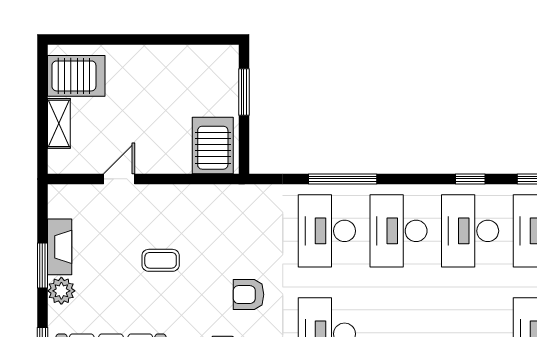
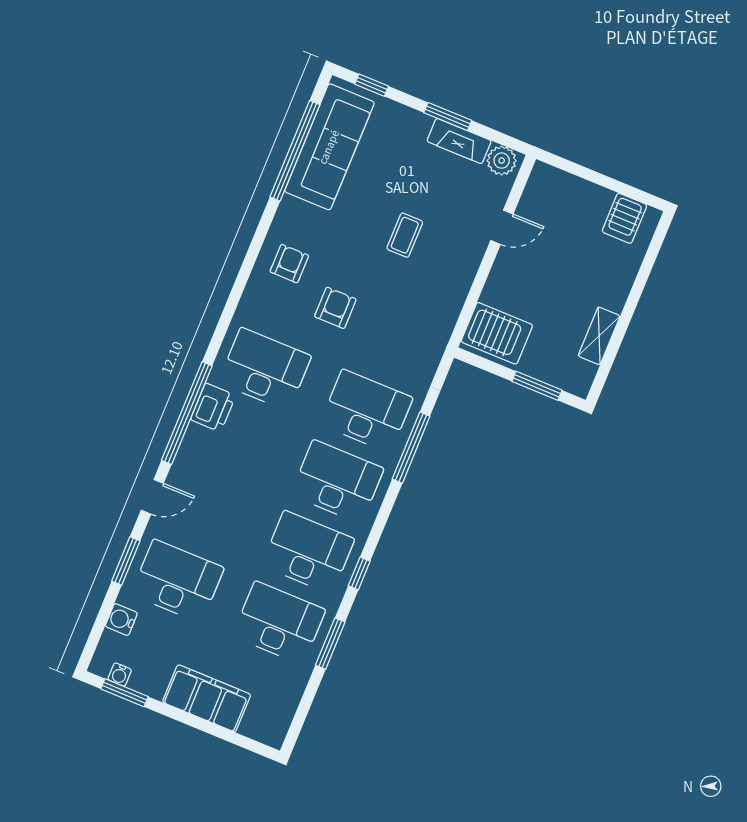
server rack: (76, 76) -> (624, 218), width x0.73, depth x0.70
shelving: (59, 123) -> (599, 336), moved, turned 90
door: (119, 179) -> (502, 227), hinge flipped
plant: (61, 291) -> (502, 161), moved

